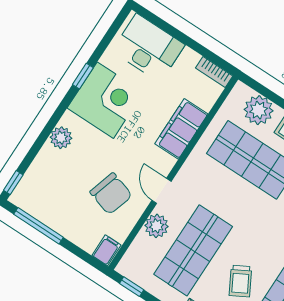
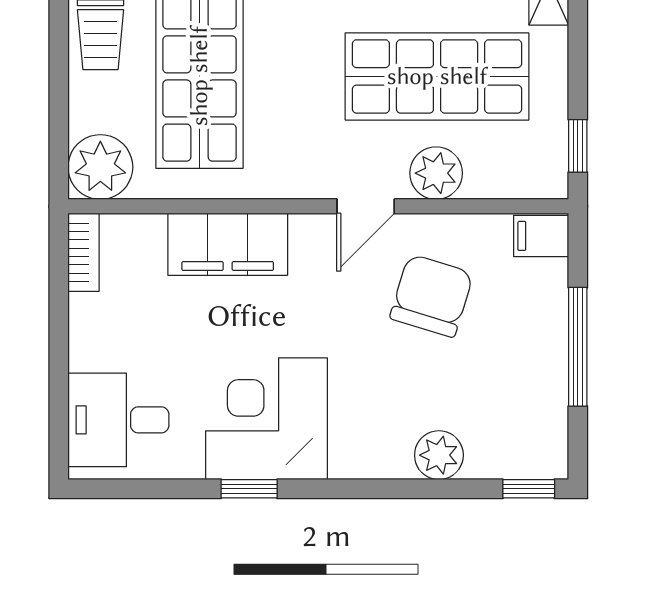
desk: (148, 48) -> (118, 420), width x0.73
plant: (259, 110) -> (100, 167), moved
plant: (61, 138) -> (439, 455), moved
window: (39, 226) -> (578, 347), moved

